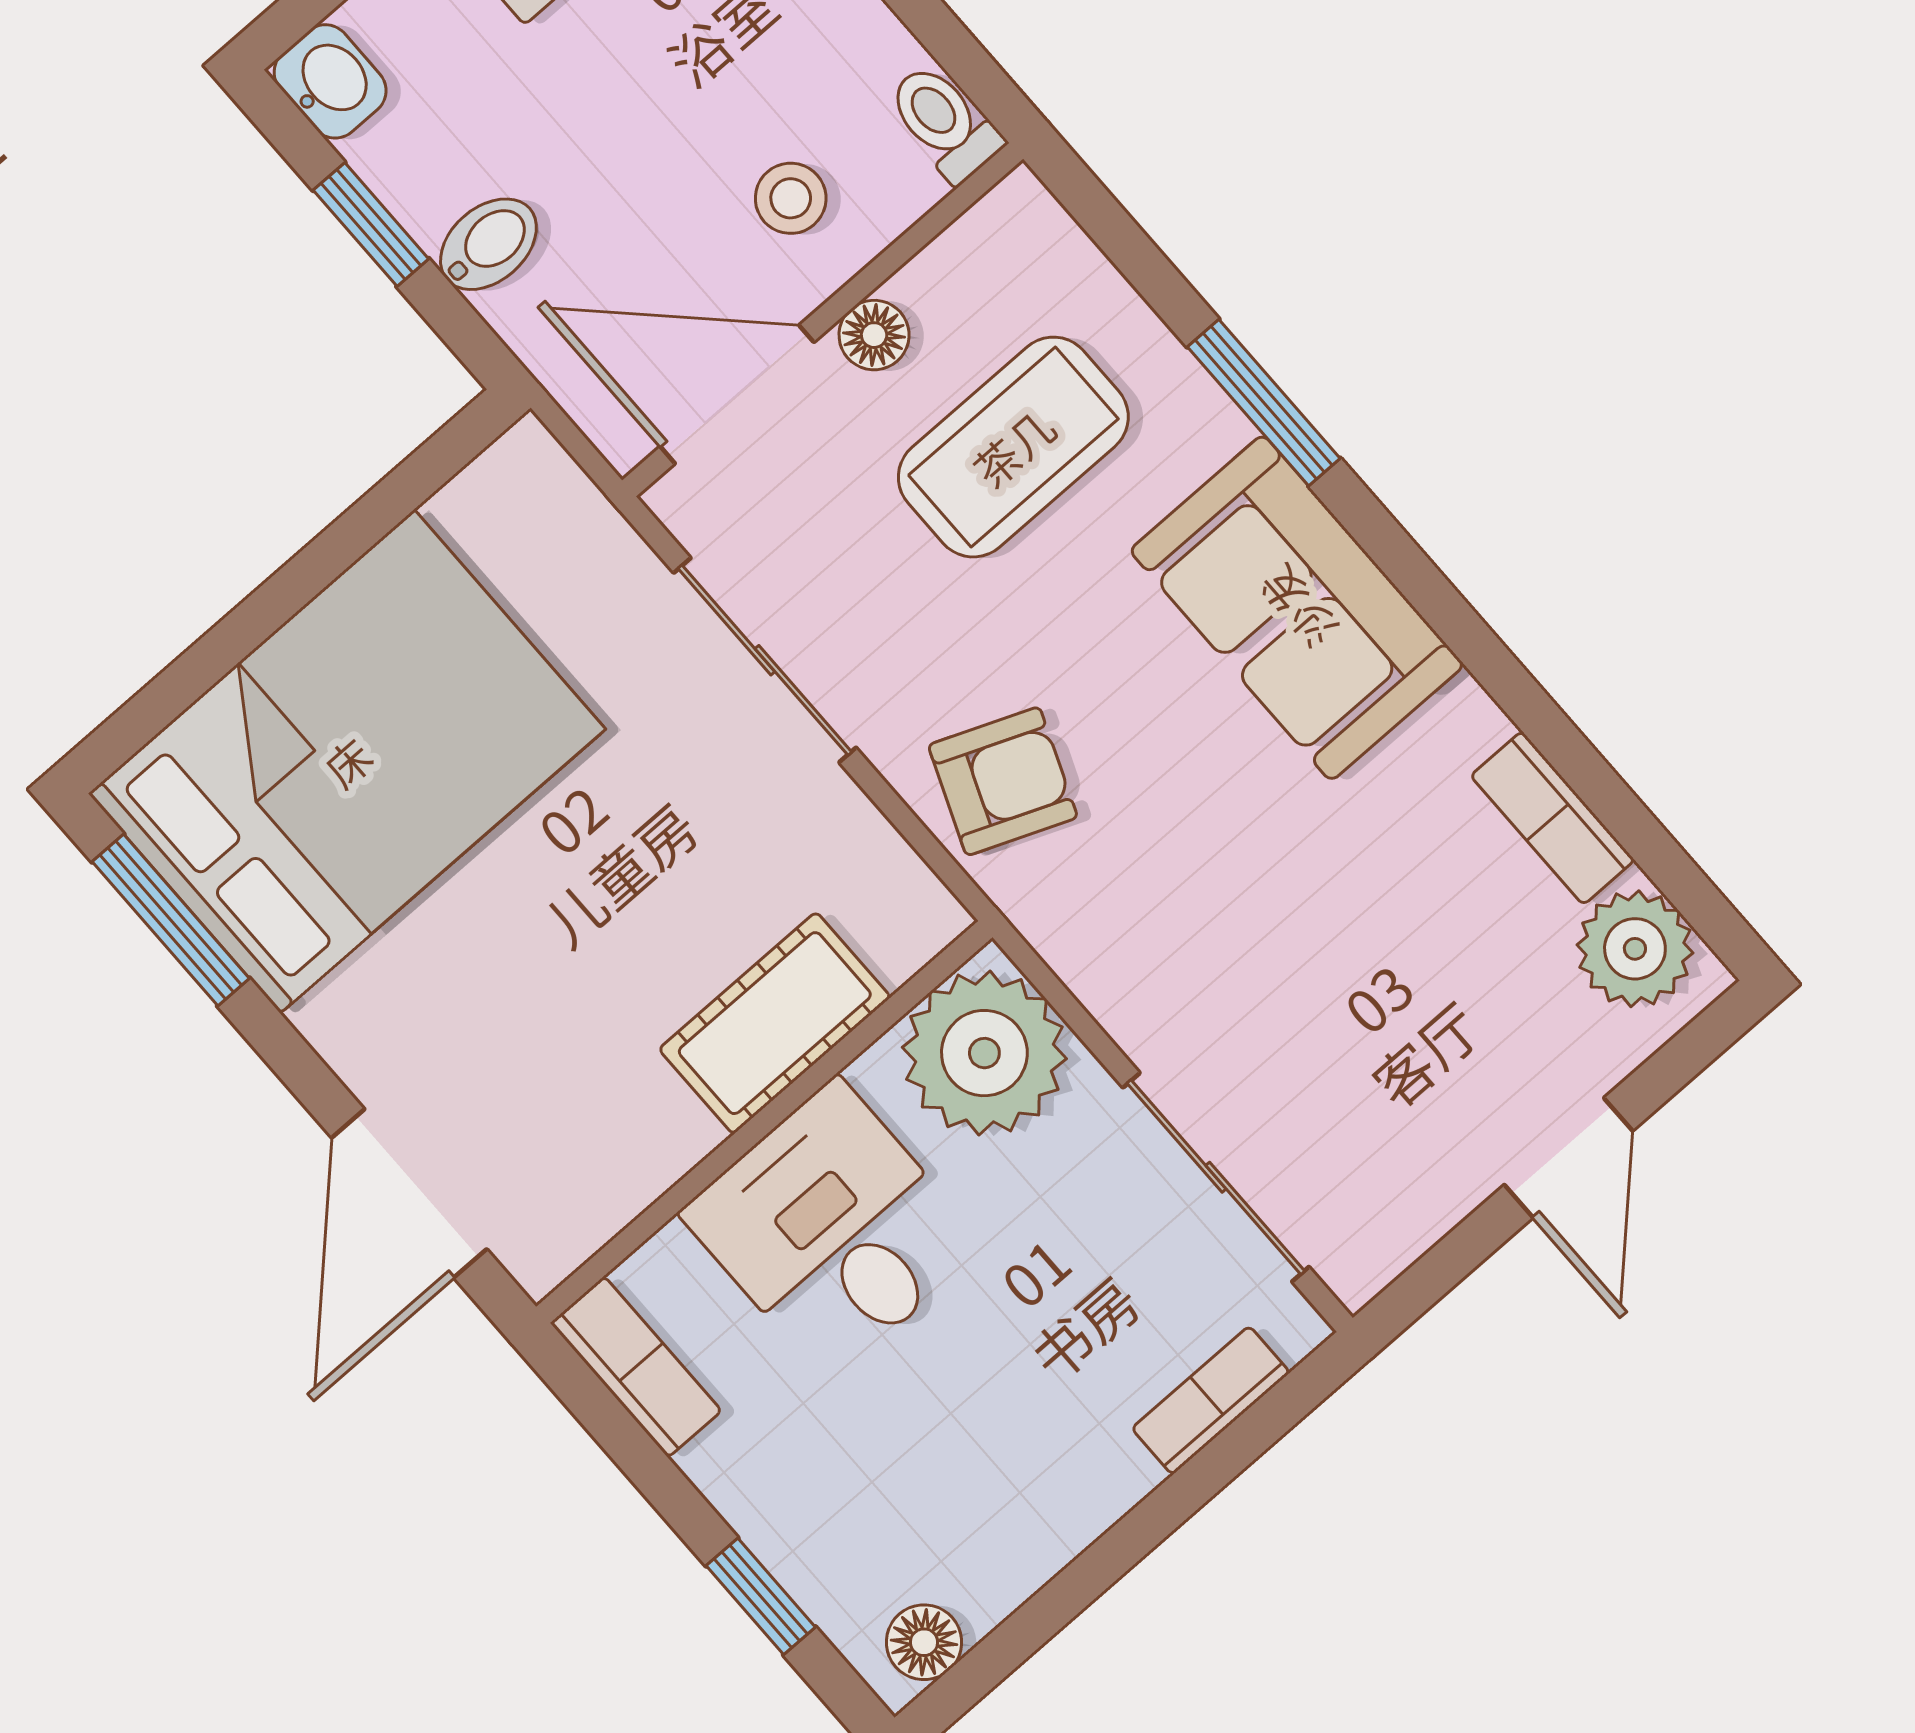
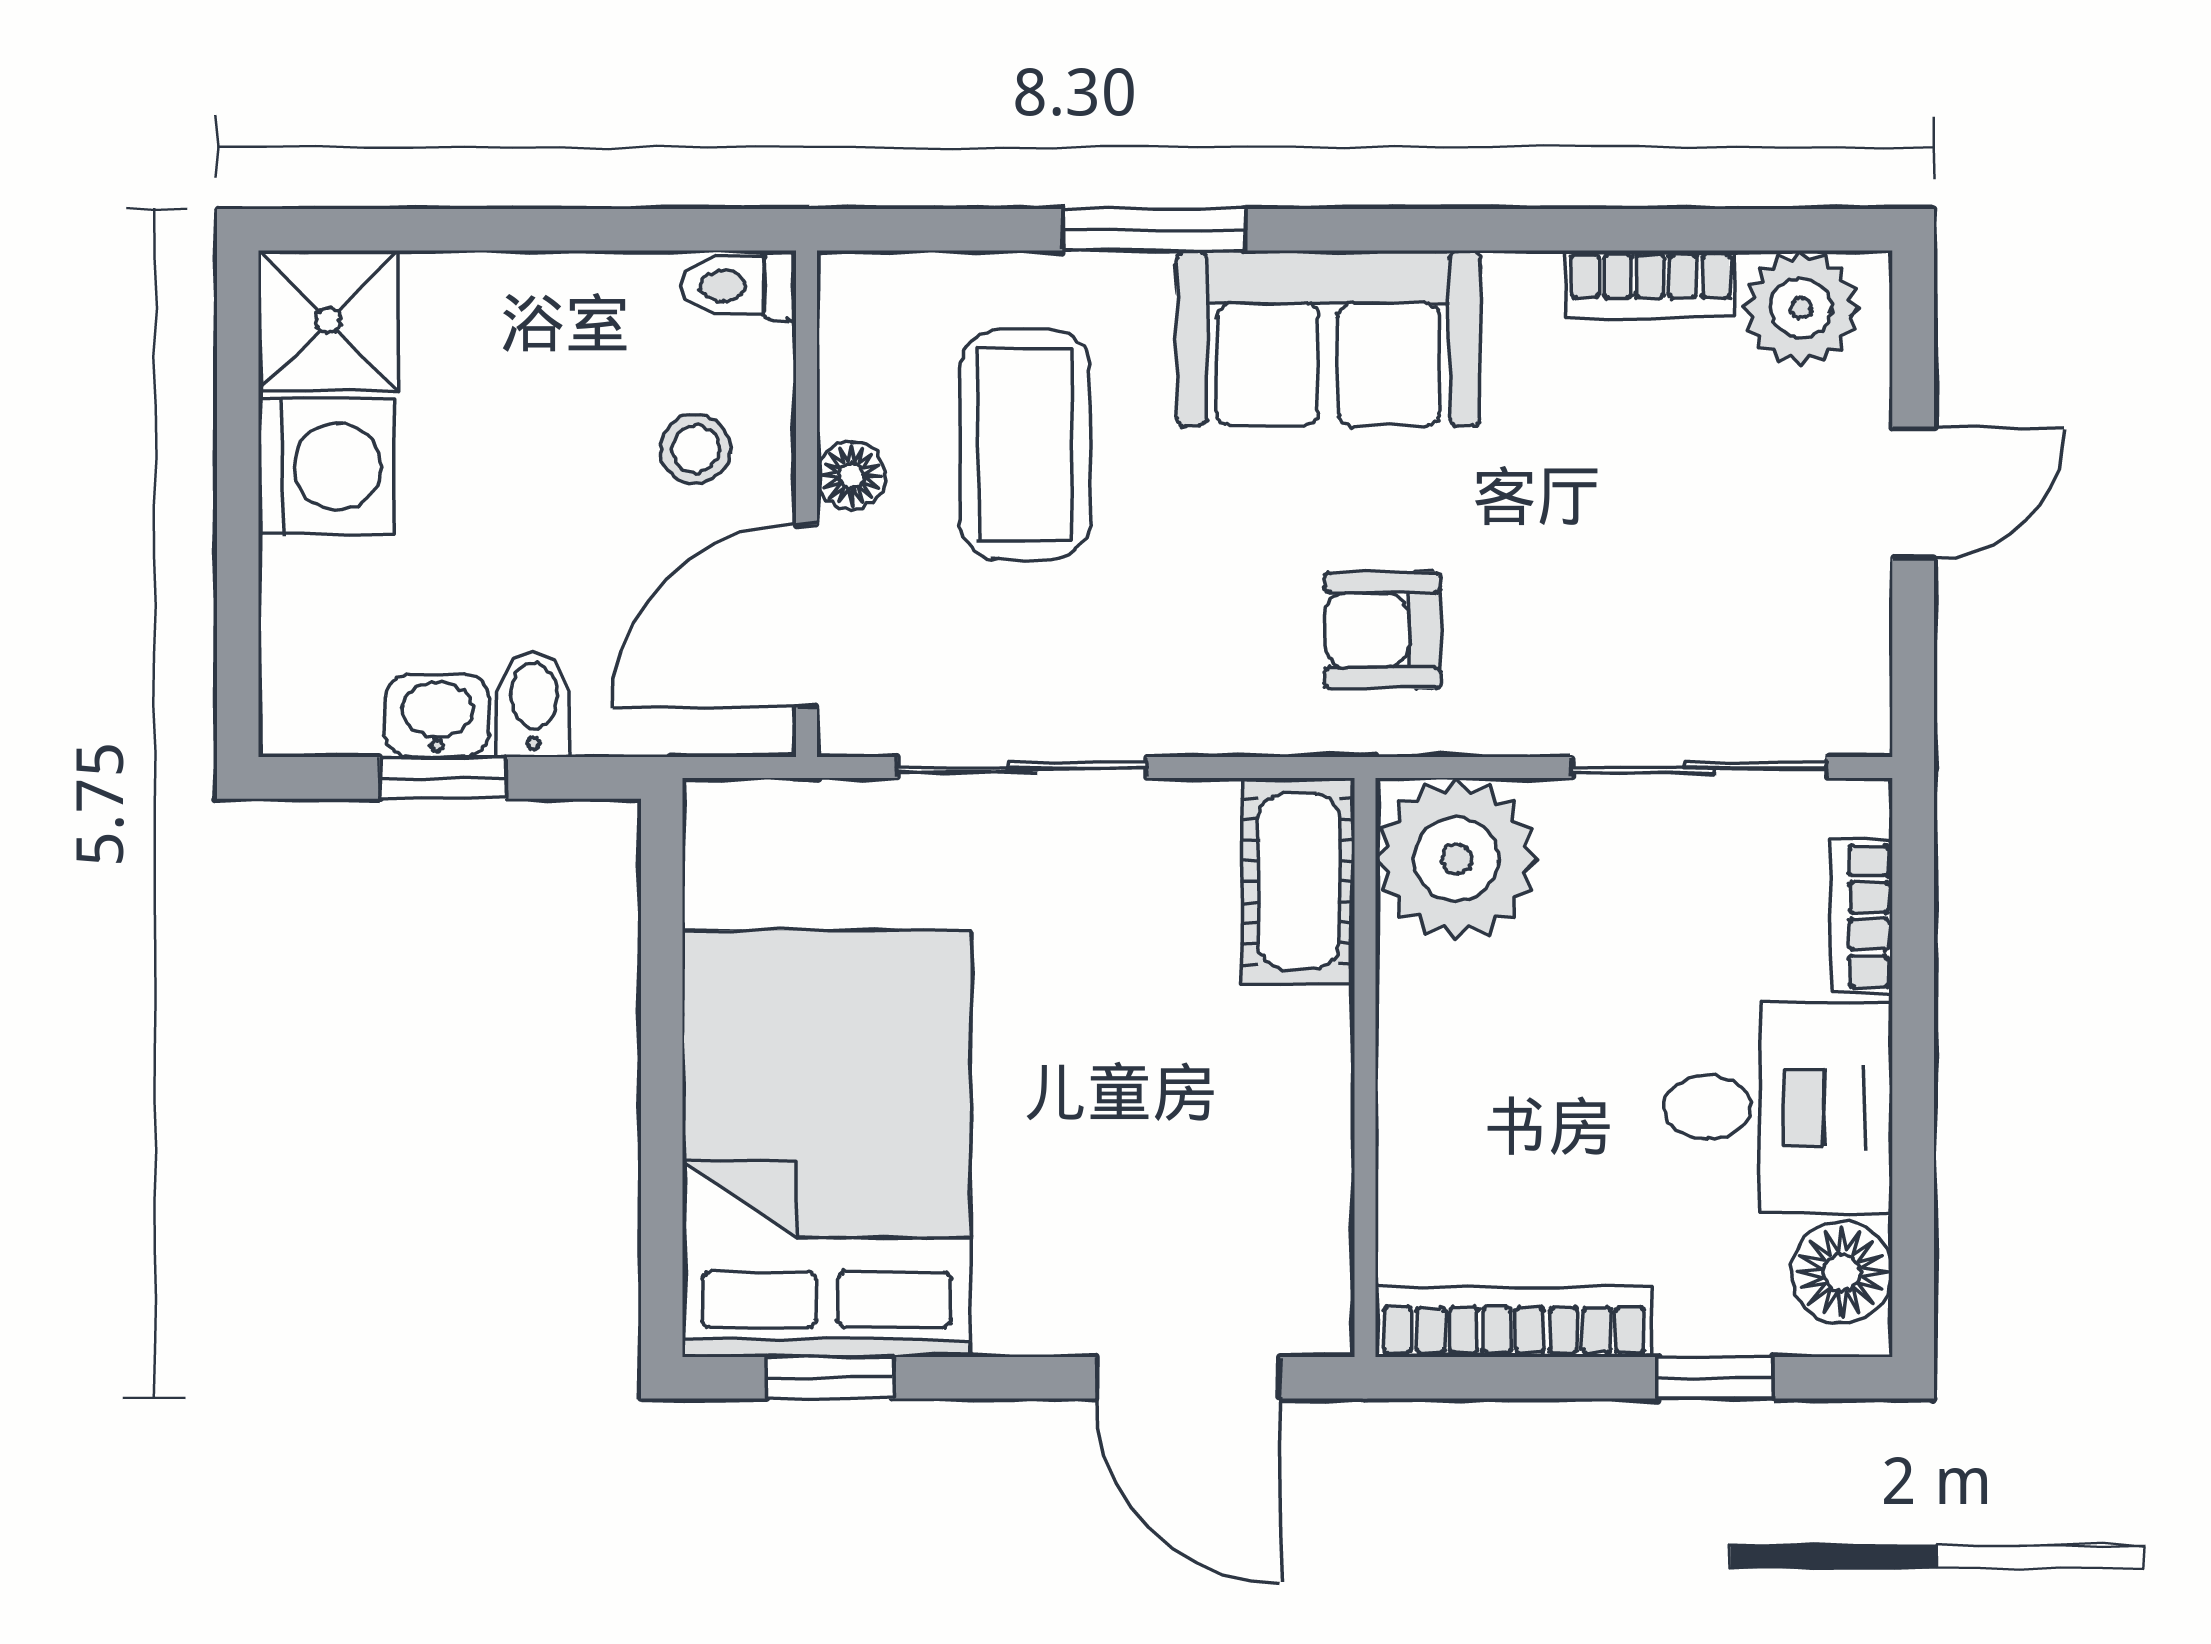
washbasin: (330, 81) -> (437, 715), moved
armchair: (1003, 781) -> (1383, 630), moved, turned -112
window: (171, 920) -> (830, 1378), width x0.67
cot: (775, 1023) -> (1298, 881), moved
door: (1568, 1158) -> (1913, 493), hinge flipped
desk: (833, 1230) -> (1778, 1107), moved, turned 180
bookcase: (636, 1367) -> (1514, 1322), width x1.56
floor lamp: (924, 1642) -> (1842, 1272), width x1.37, depth x1.37

